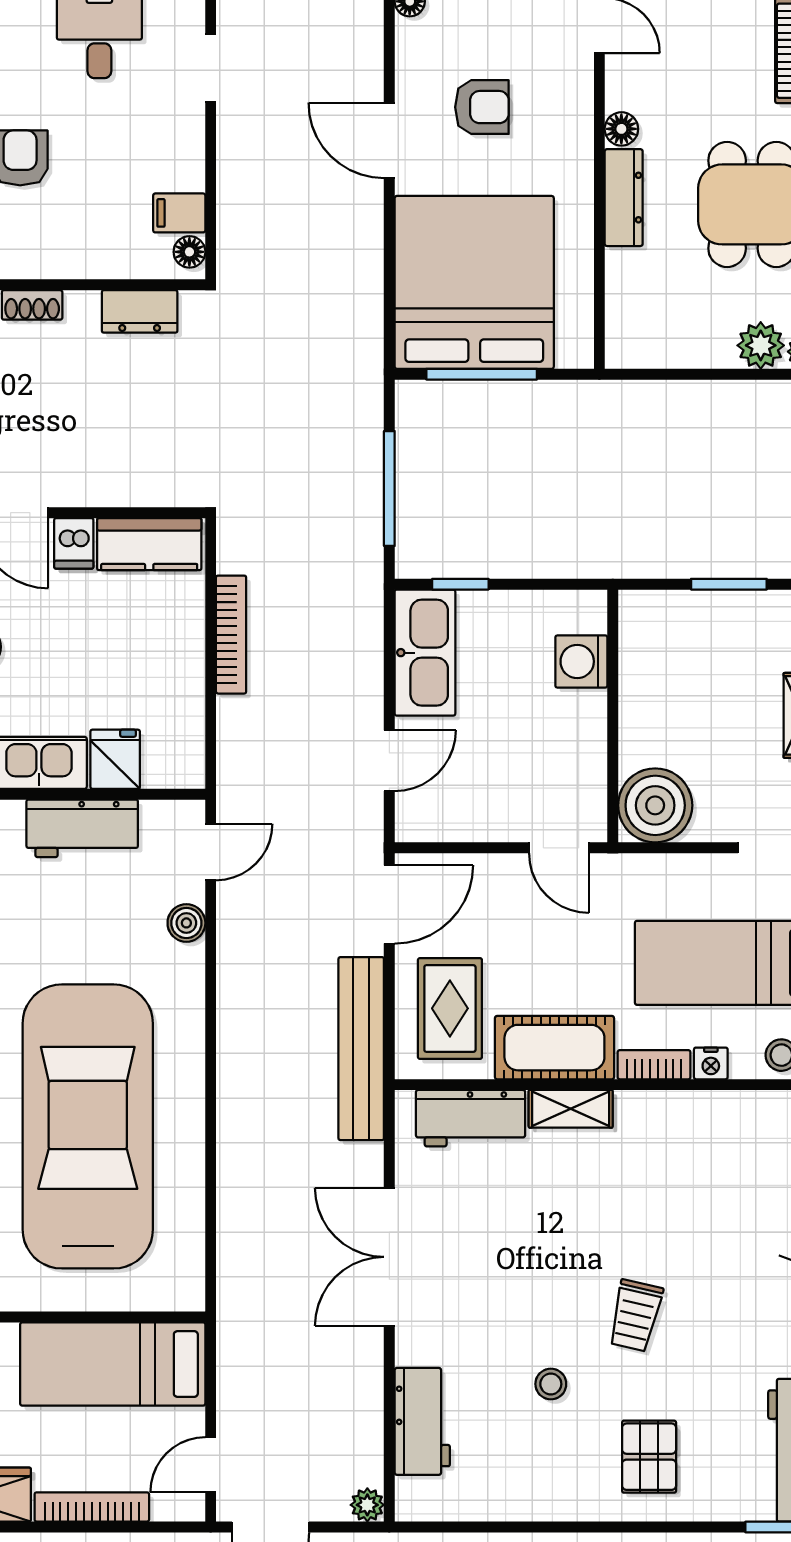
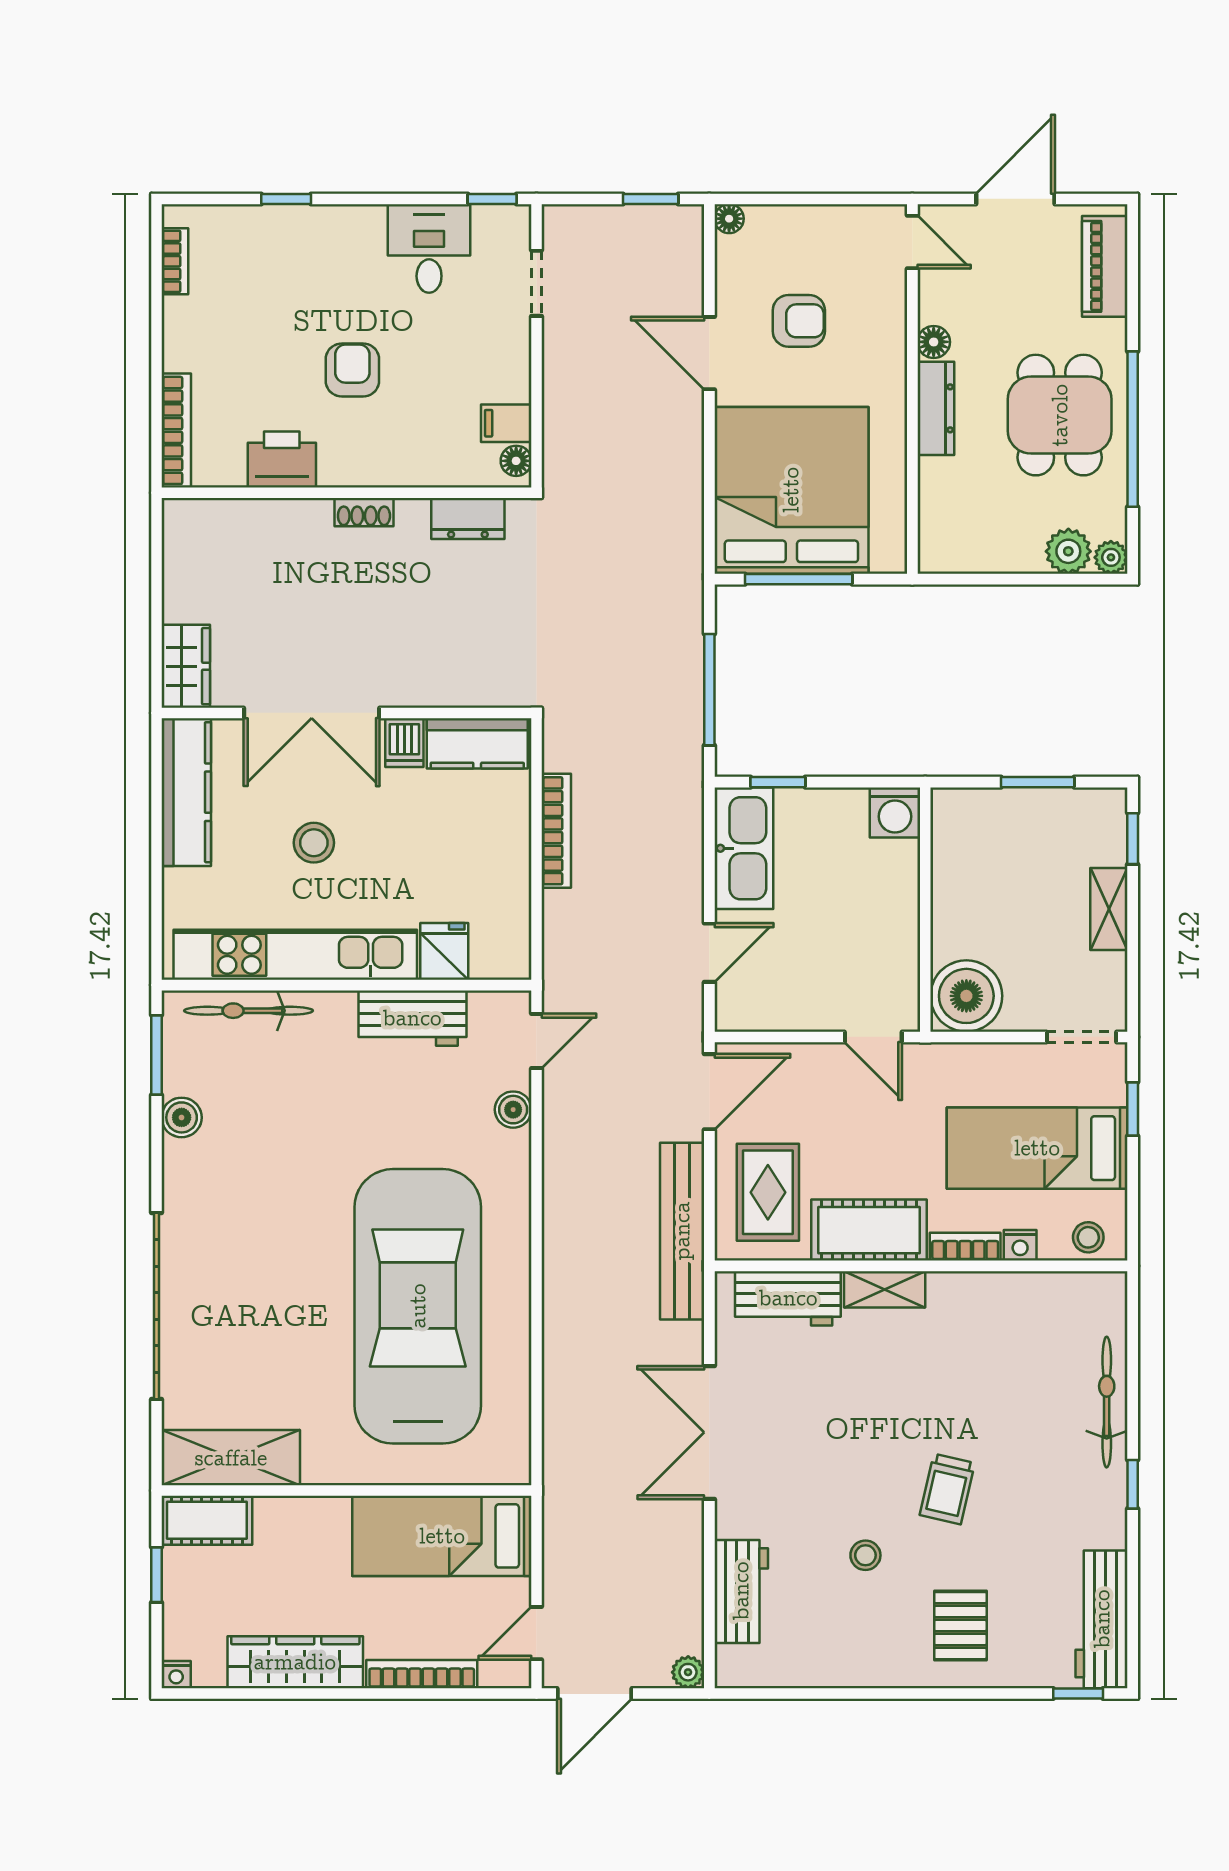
washing machine: (581, 661) -> (895, 812), moved, turned -90

